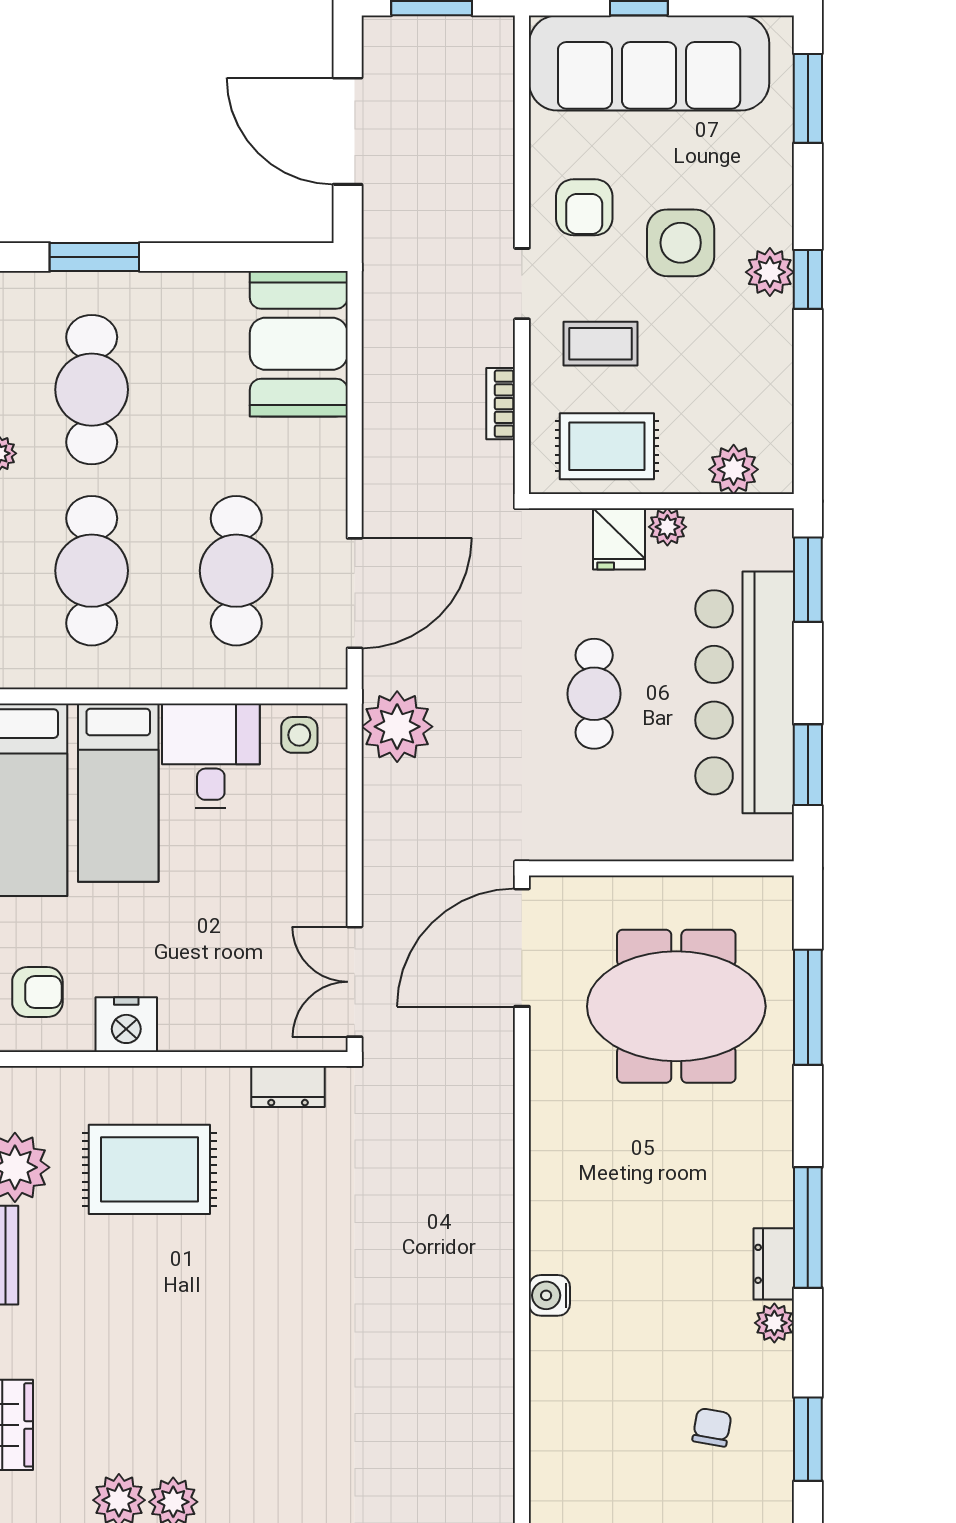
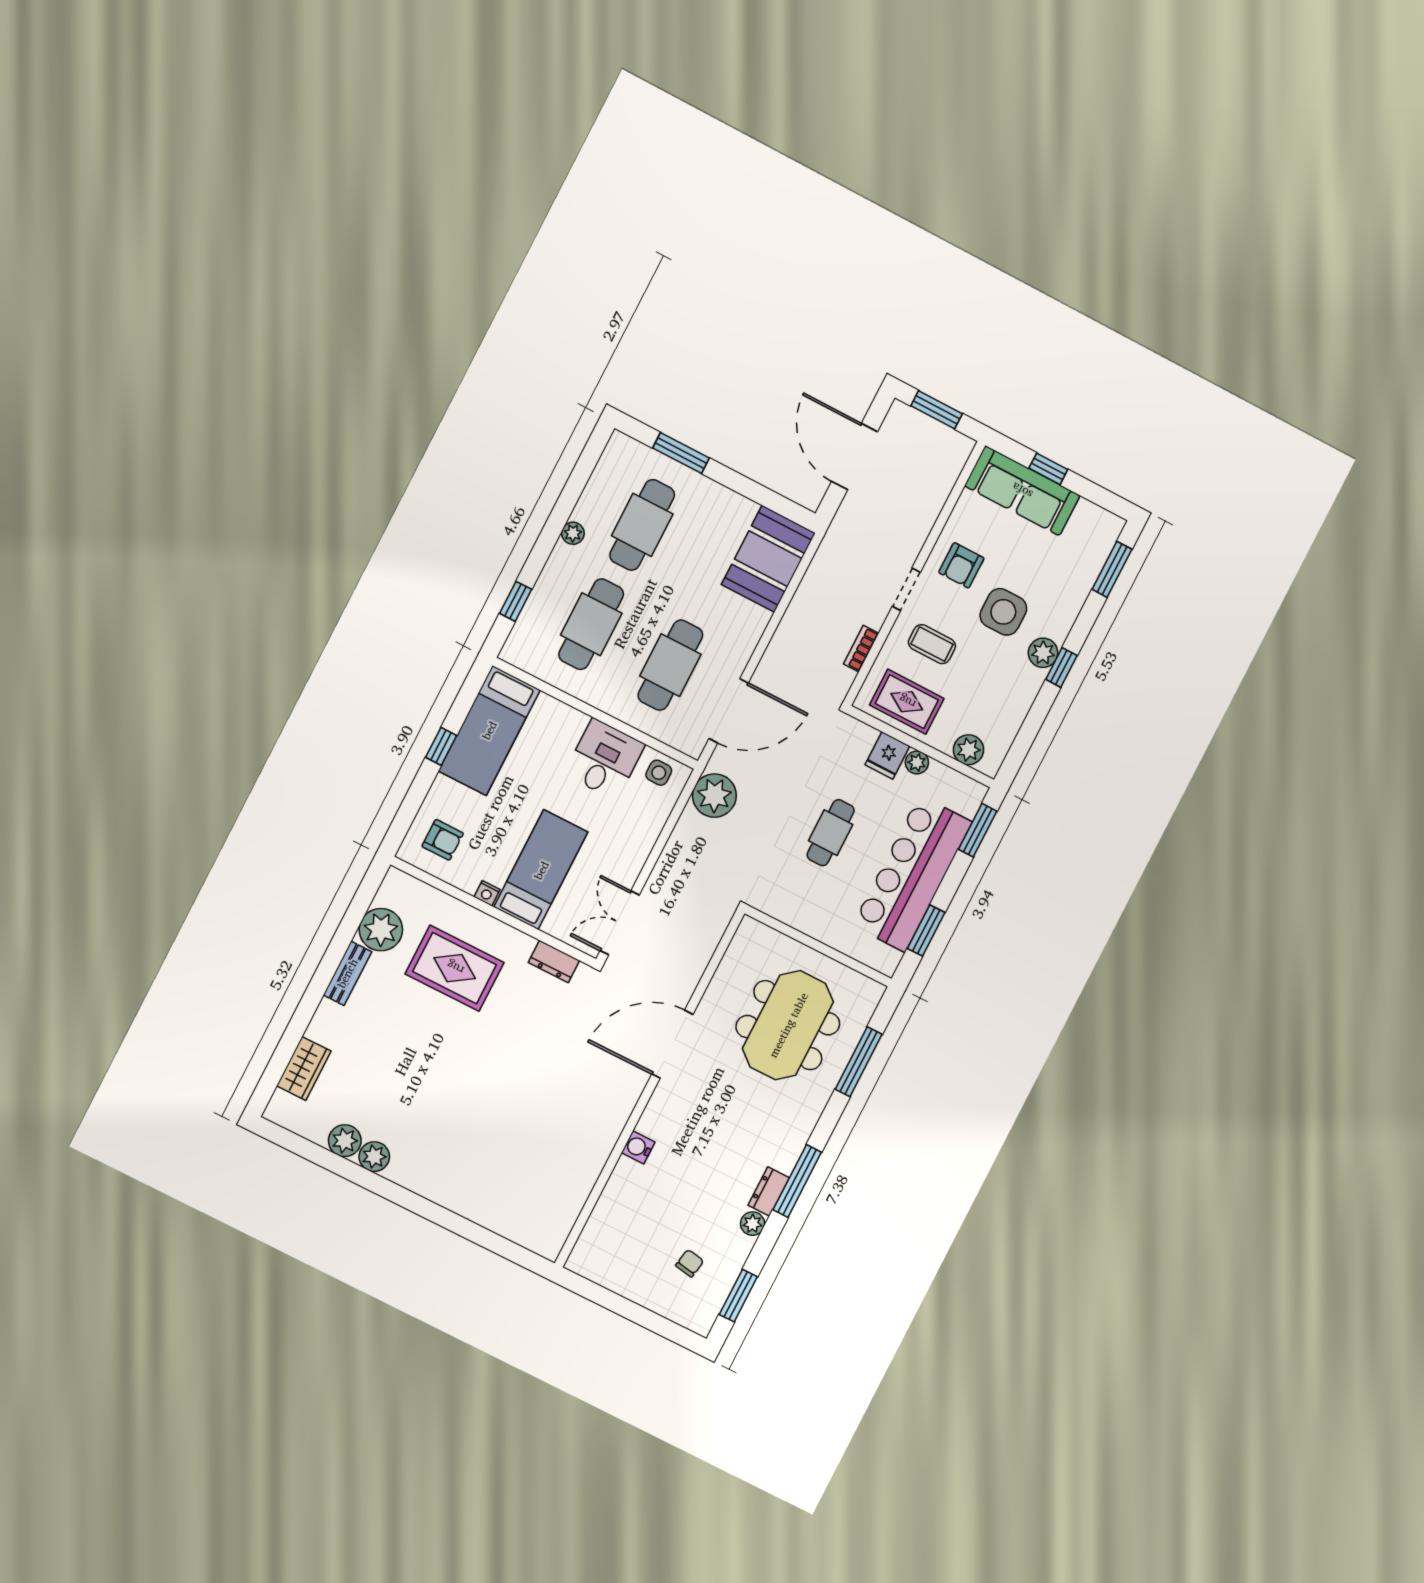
sofa: (649, 63) -> (1022, 491), width x0.74, depth x0.79
bed: (118, 793) -> (541, 870), moved, turned 180
door: (522, 948) -> (672, 1044), moved
meeting table: (676, 1006) -> (788, 1025), turned 90
nightstand: (126, 1025) -> (487, 893), width x0.53, depth x0.56

